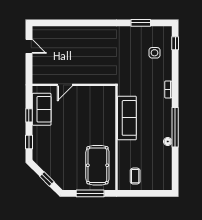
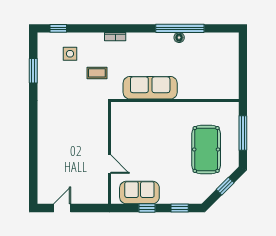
window: (175, 127) -> (180, 28), moved
pool table: (97, 165) -> (206, 149), moved, turned 90
coffee table: (135, 176) -> (97, 73), moved

